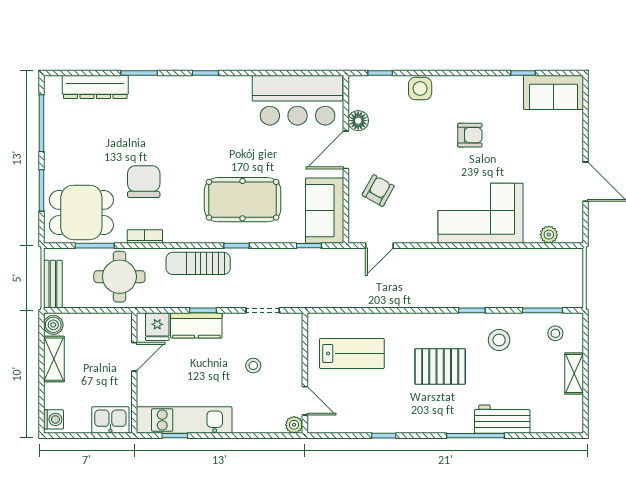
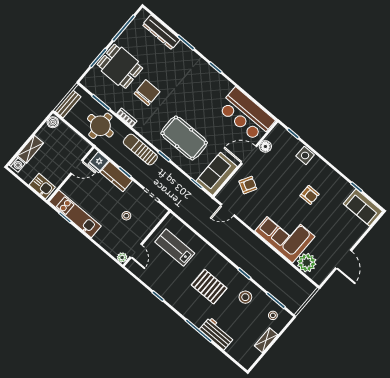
dining table: (81, 212) -> (120, 66), moved
plant: (549, 235) -> (307, 263), width x1.88, depth x1.88
lab bench: (352, 353) -> (175, 248), turned 180
shelving: (54, 359) -> (30, 149), moved

